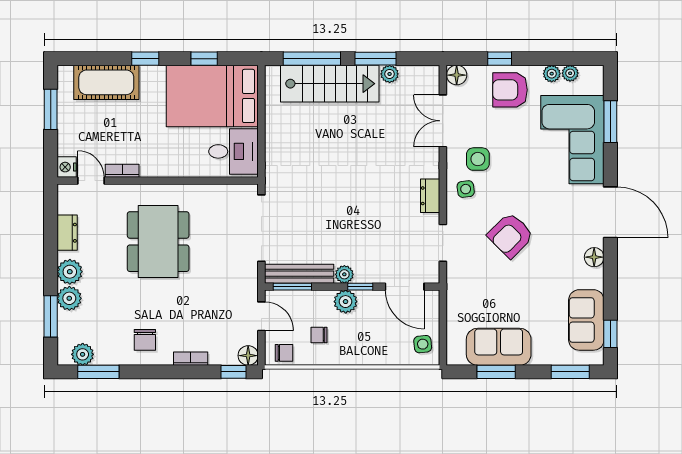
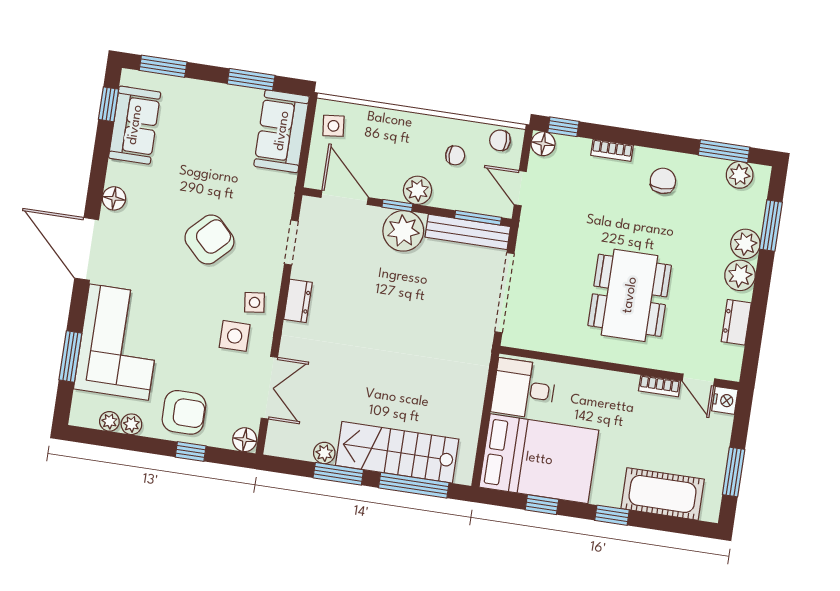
plant: (344, 274) -> (403, 231), width x1.88, depth x1.88
sofa: (499, 347) -> (282, 131), moved, turned 90

